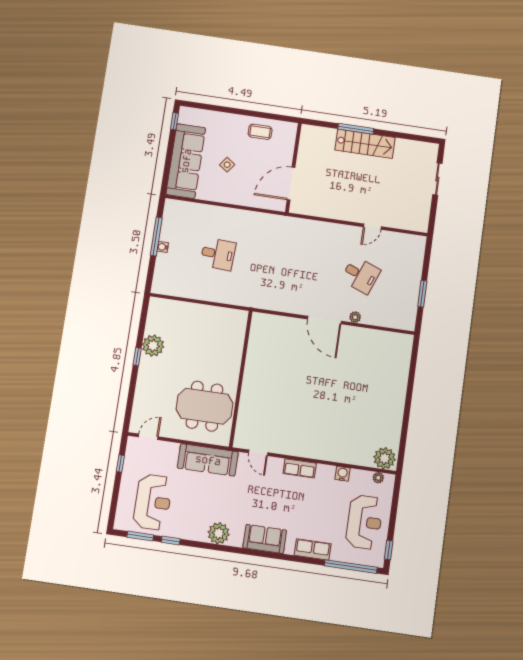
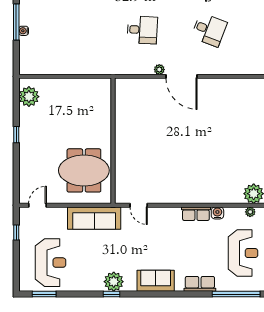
desk: (218, 254) -> (142, 30), moved
plant: (355, 317) -> (159, 70), moved
plant: (153, 346) -> (29, 97), moved
row of seats: (300, 468) -> (196, 214), moved
window: (171, 541) -> (111, 294), moved

